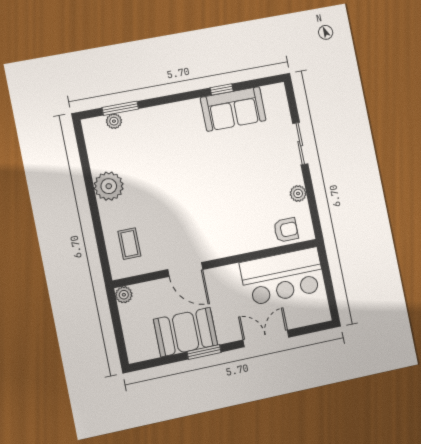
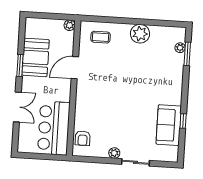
plant: (298, 193) -> (114, 153), moved

